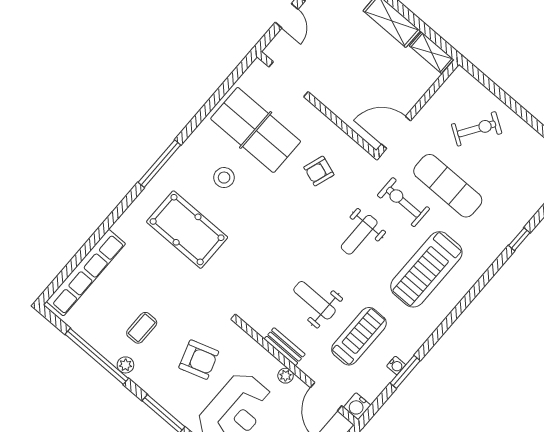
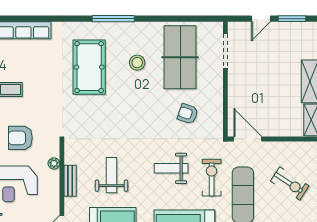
armchair: (199, 360) -> (20, 138), turned 108
plant: (286, 376) -> (54, 163), moved

